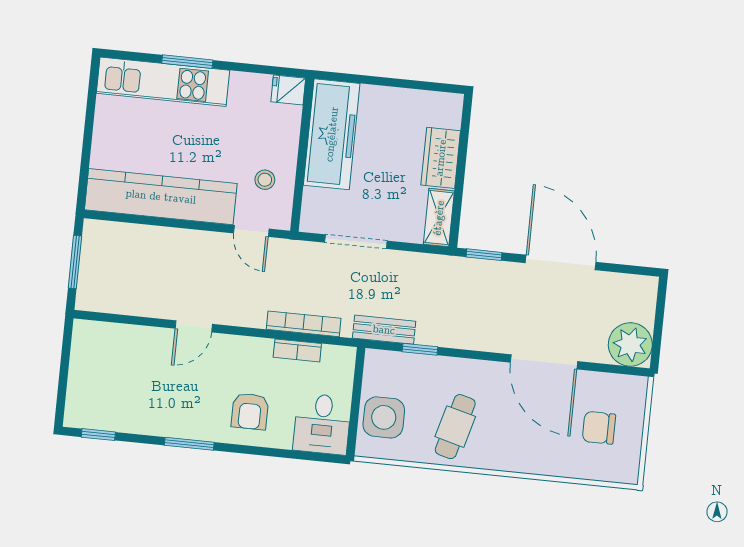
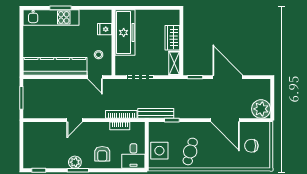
fridge: (288, 90) -> (105, 29), moved
bench: (384, 330) -> (156, 113), width x1.36
plant: (184, 424) -> (75, 162), added

